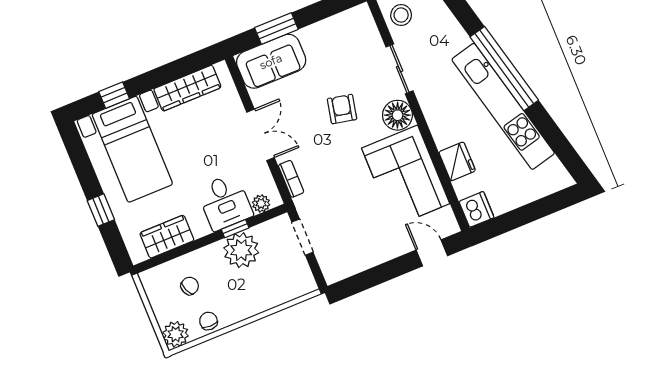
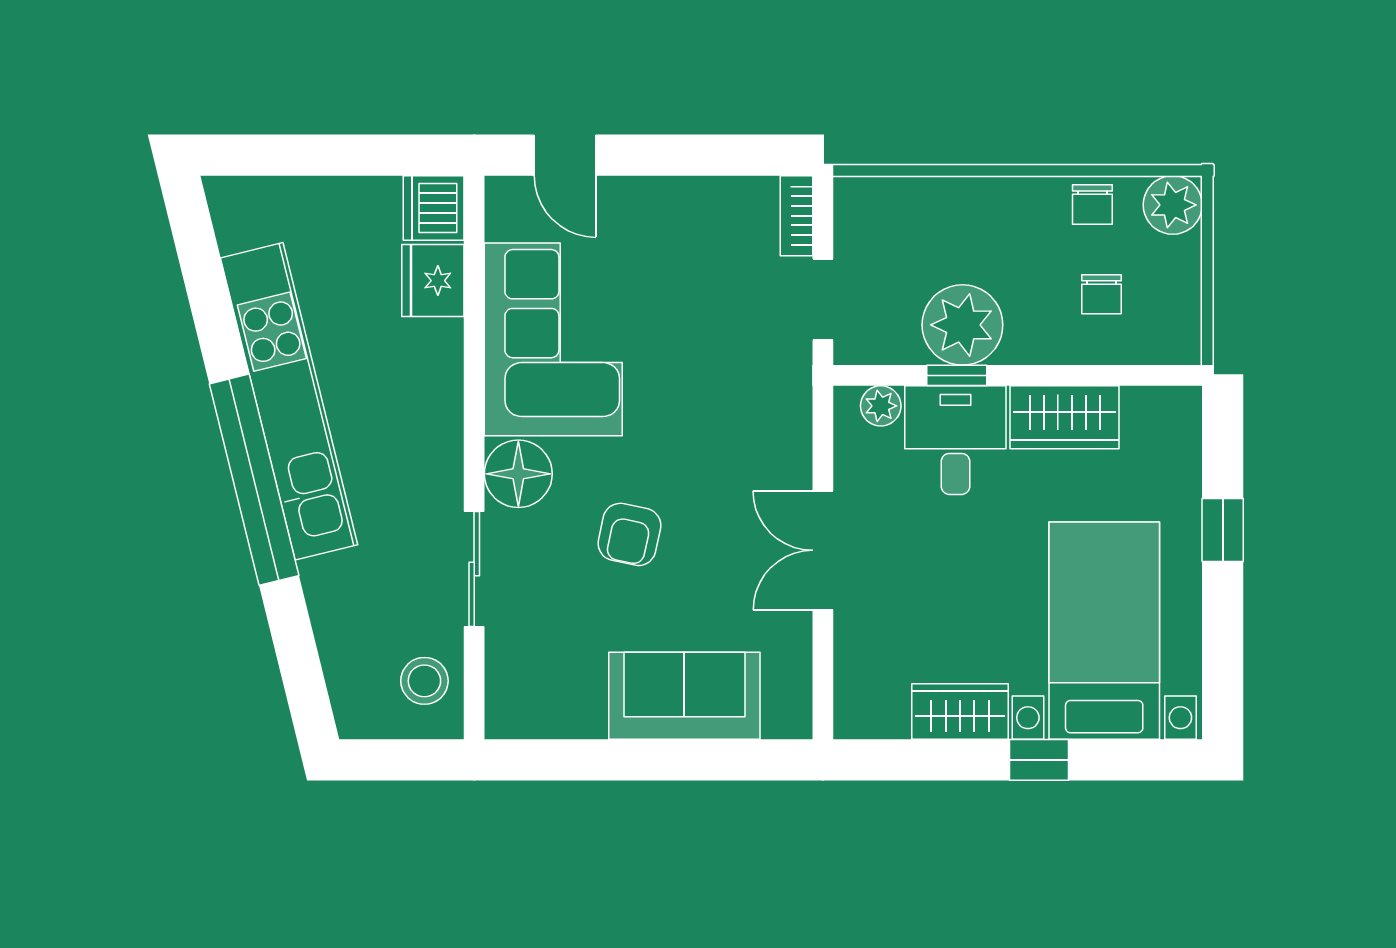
window: (276, 29) -> (698, 760), removed
sofa: (271, 61) -> (684, 696), moved
wardrobe: (187, 88) -> (960, 712), width x0.67
window: (114, 95) -> (1039, 760), moved
fridge: (457, 161) -> (433, 281), moved
bookcase: (291, 179) -> (796, 216), moved
wardrobe: (167, 237) -> (1065, 417), moved
chair: (190, 286) -> (1101, 294), turned -68

